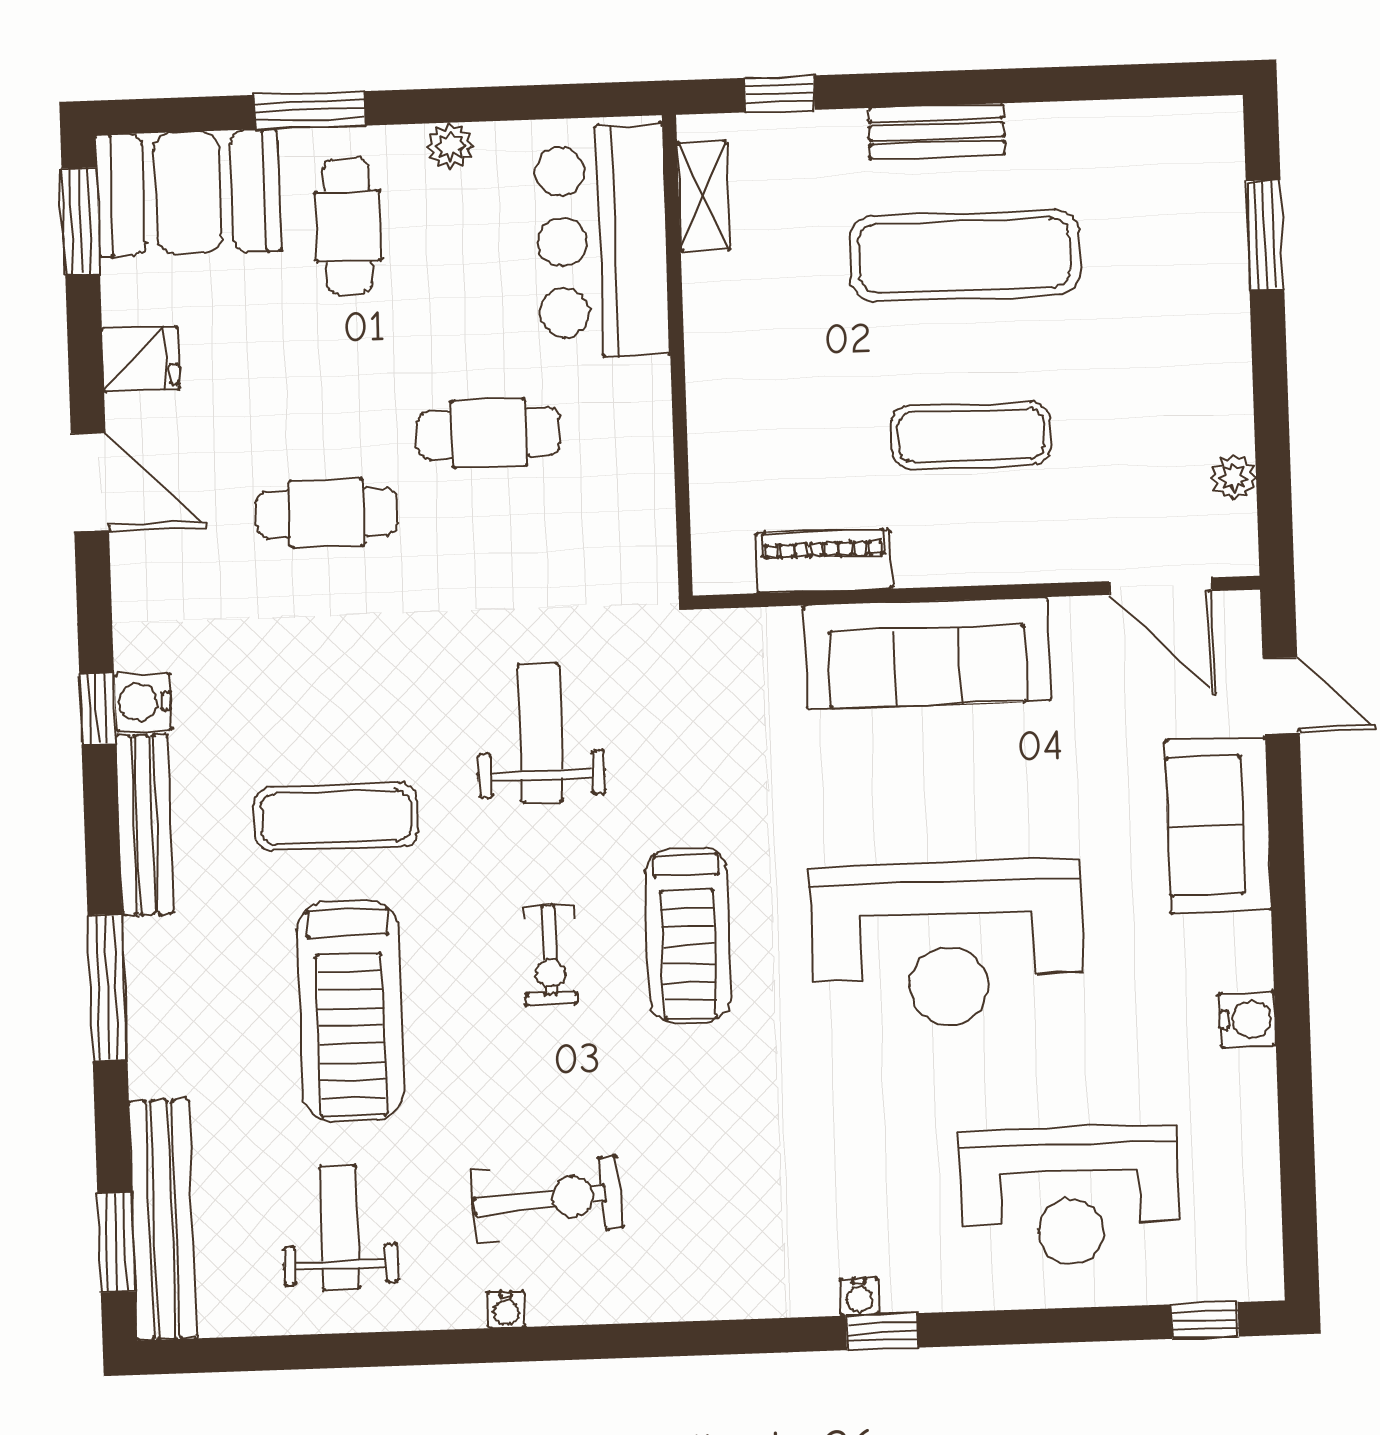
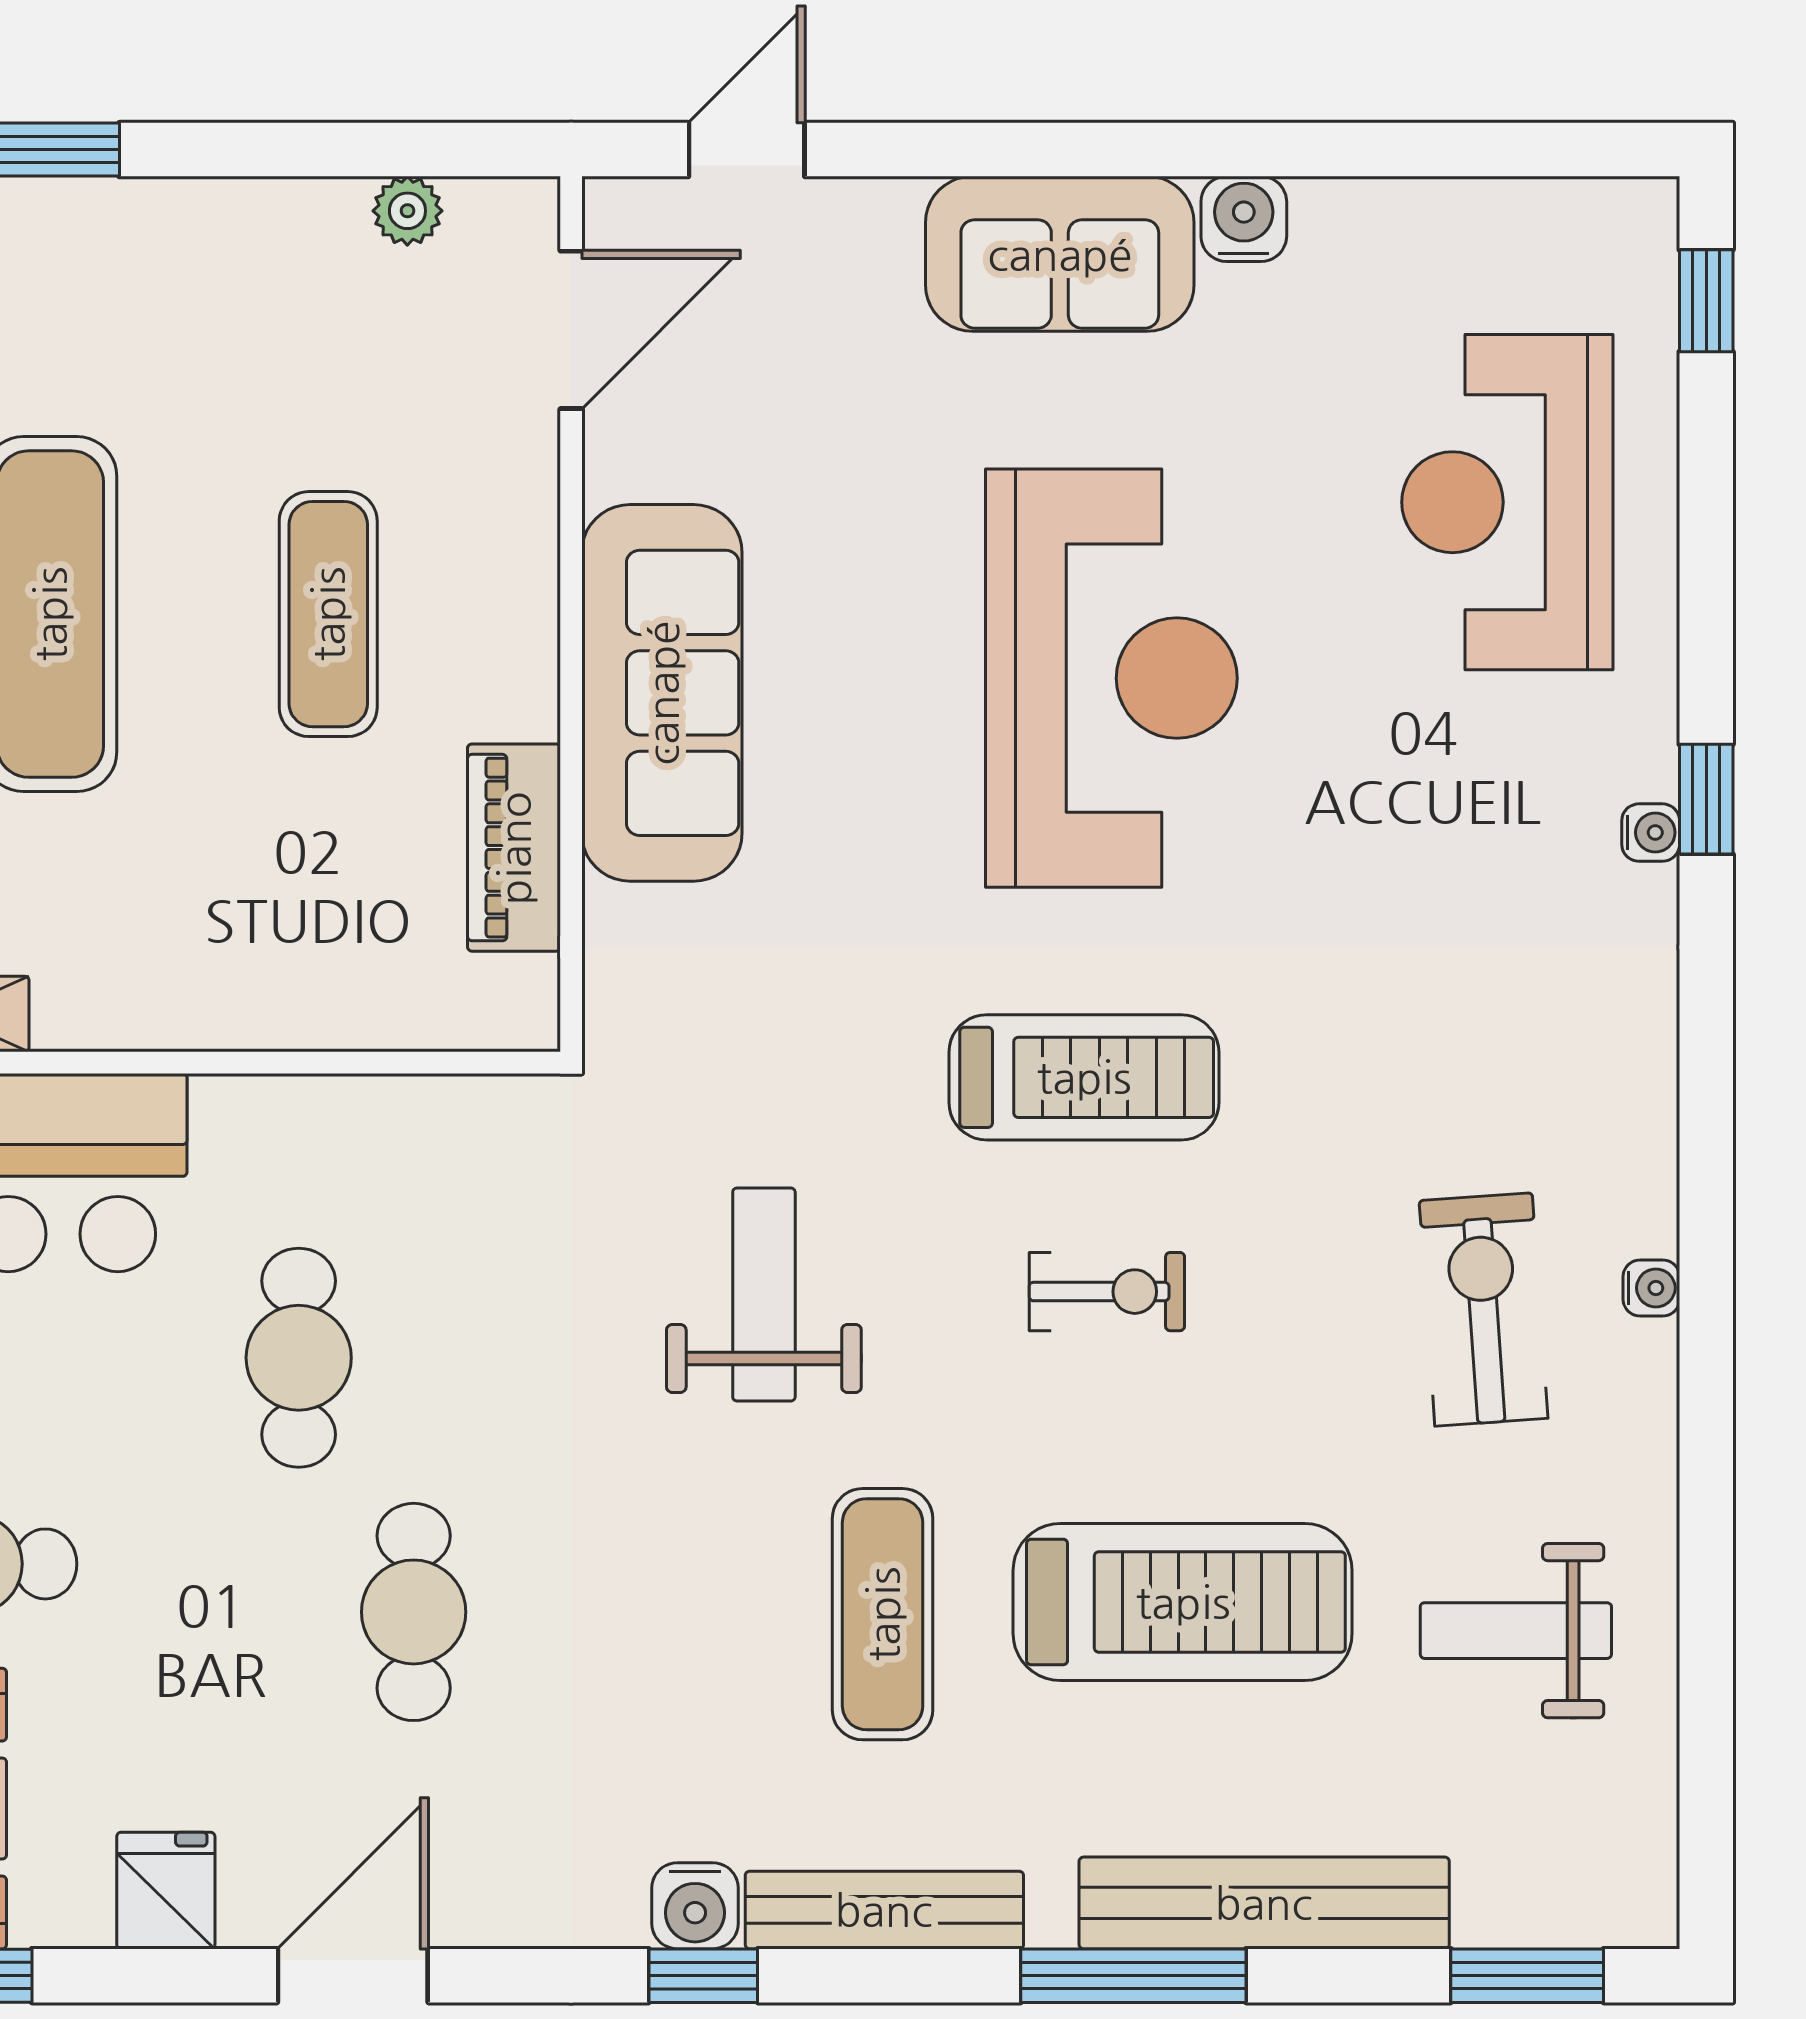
weight bench: (540, 733) -> (764, 1295), turned 90
sofa: (1218, 825) -> (1060, 254), moved
reception desk: (1070, 1196) -> (1507, 502), turned 180
bench: (163, 1220) -> (1264, 1903), moved
water cooler: (506, 1309) -> (1651, 1288), moved

